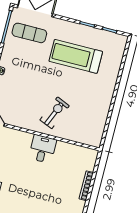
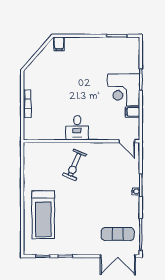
treadmill: (76, 56) -> (43, 215), moved, turned 90

